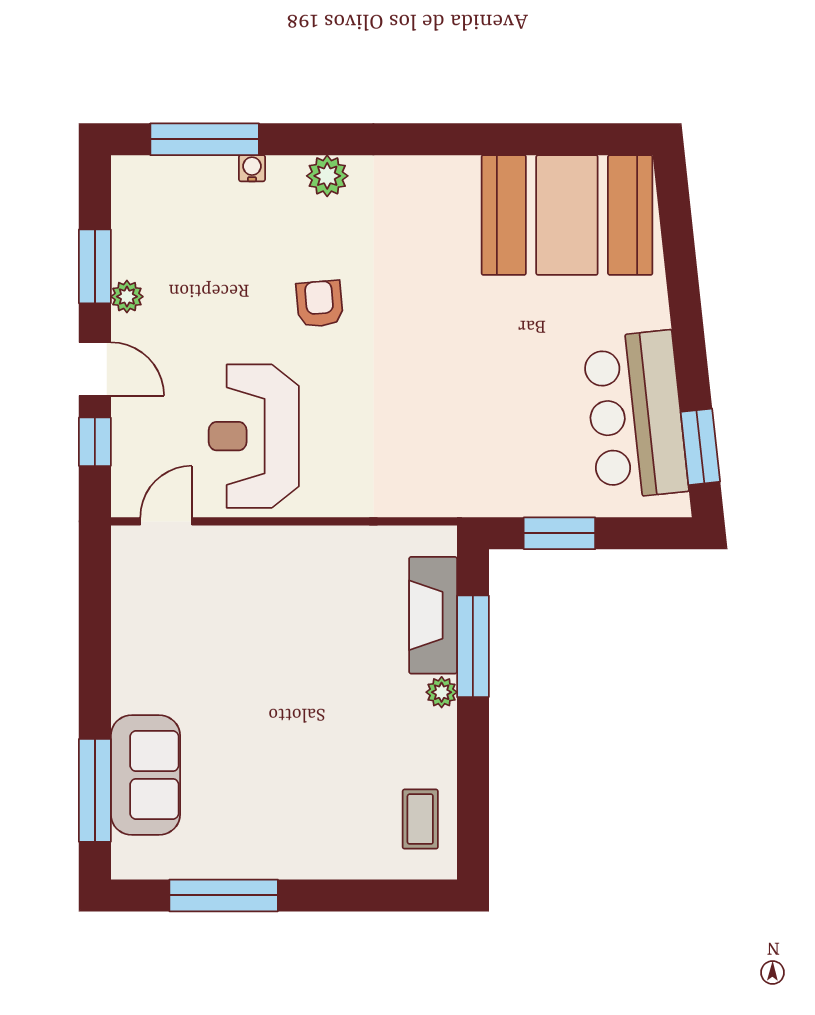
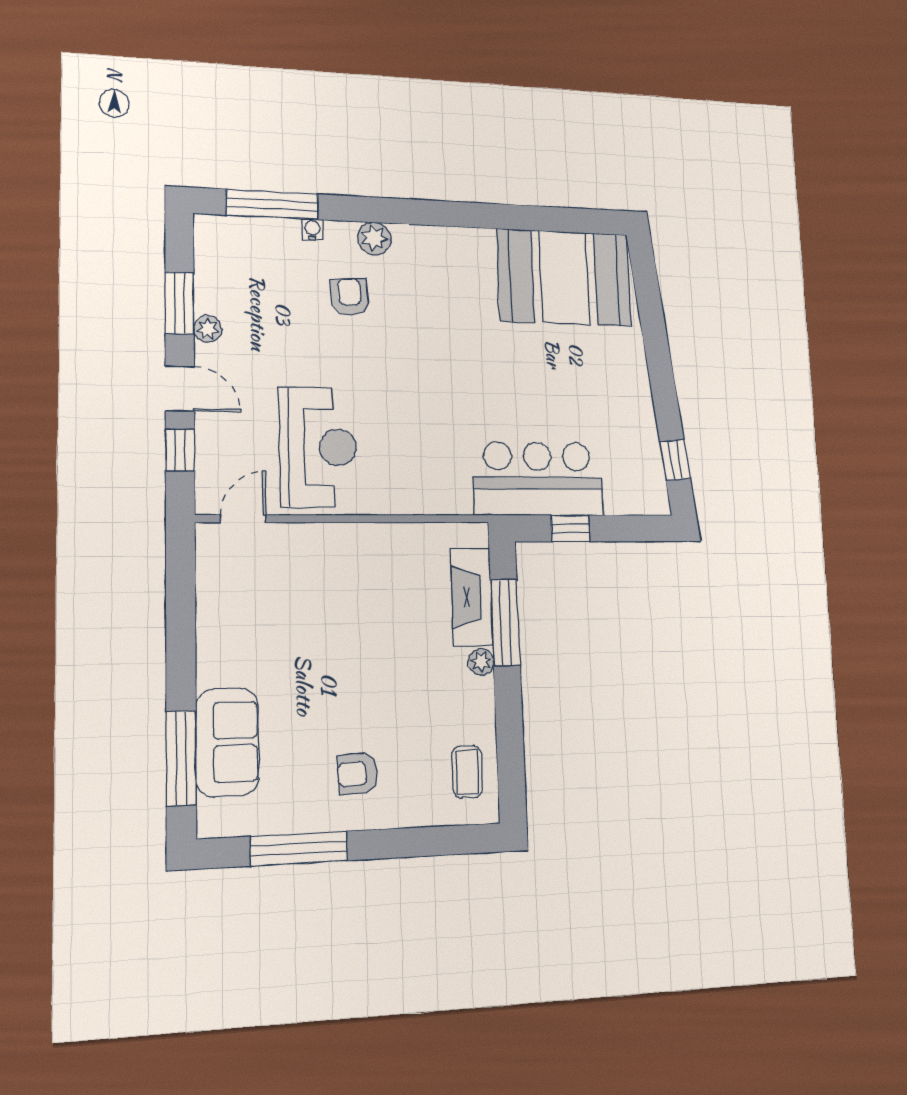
armchair: (320, 304) -> (350, 297), moved
bar counter: (635, 415) -> (538, 479), moved, turned 96
reception desk: (254, 436) -> (318, 447), turned 180
window: (700, 447) -> (675, 460), width x0.67
window: (559, 533) -> (570, 528), width x0.67
armchair: (292, 816) -> (358, 774), added

